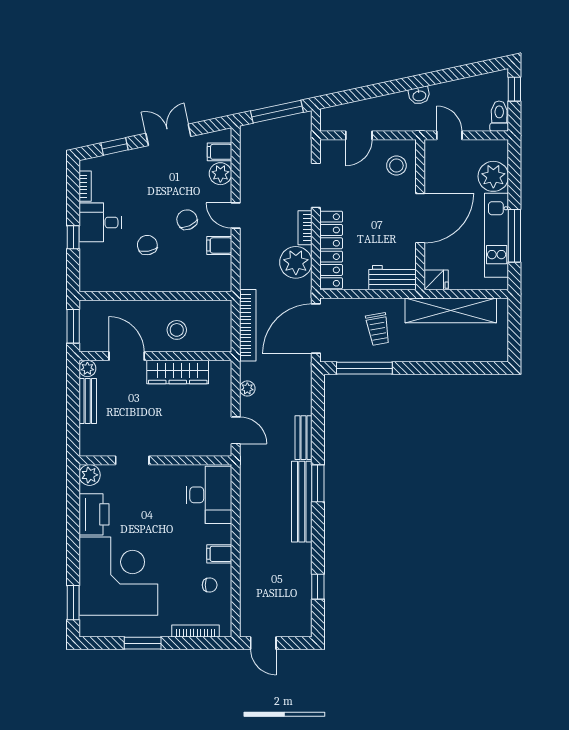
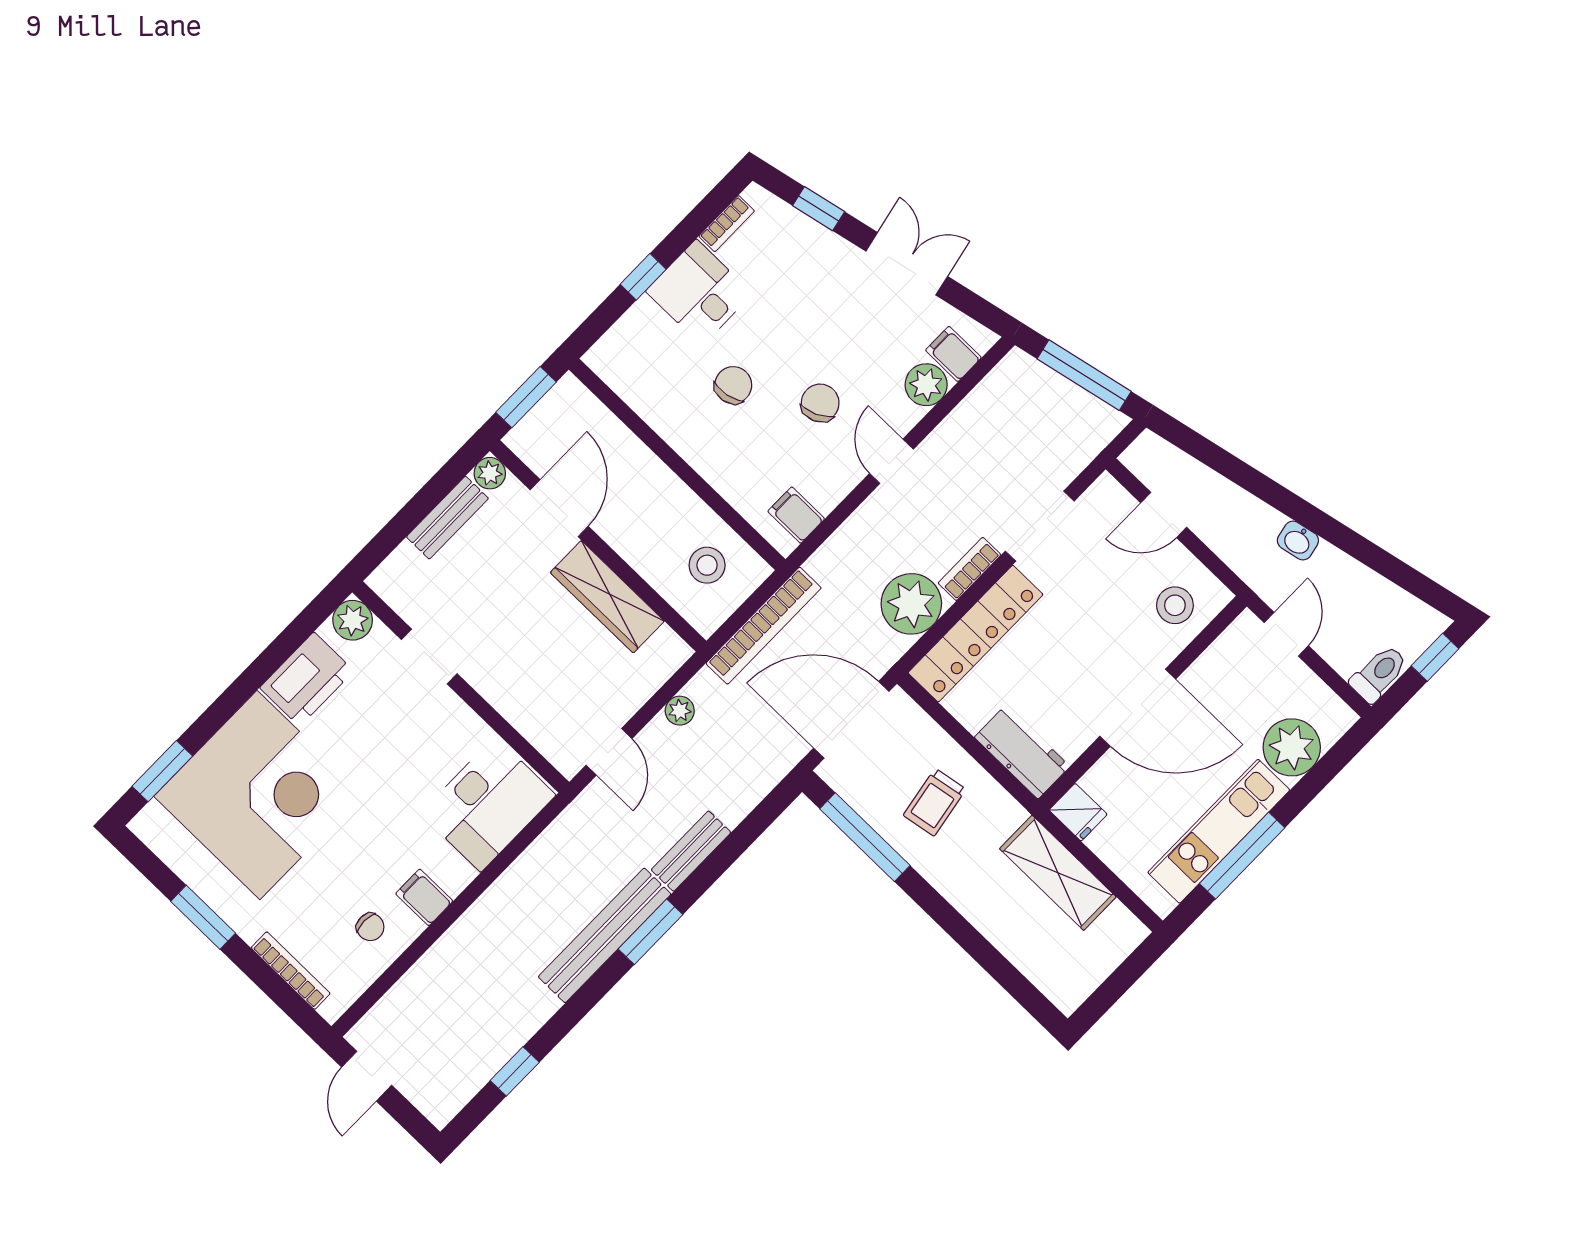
filing cabinet: (219, 246) -> (796, 515), moved
shelving: (451, 310) -> (1058, 873), width x0.68
stool: (177, 330) -> (707, 565), moved

